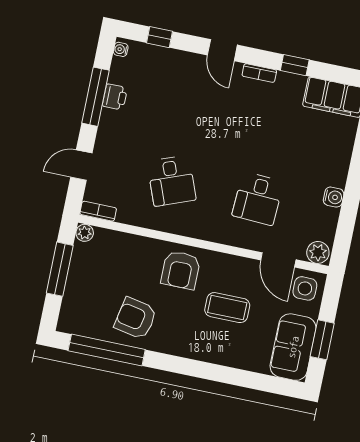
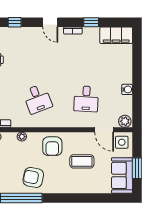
plant: (130, 242) -> (22, 137), added

